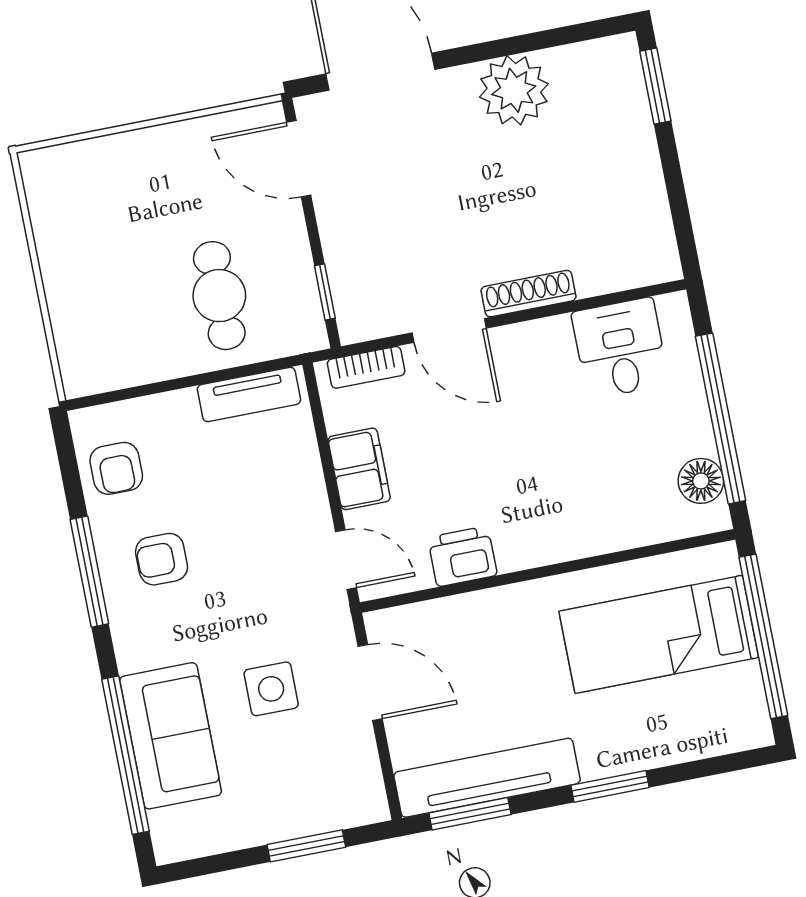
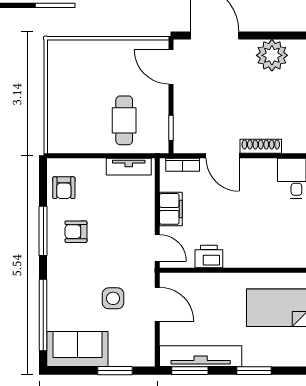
sofa: (171, 736) -> (77, 349), moved, turned -90

